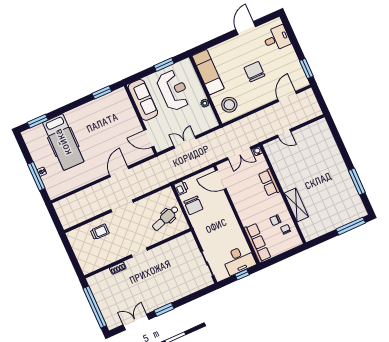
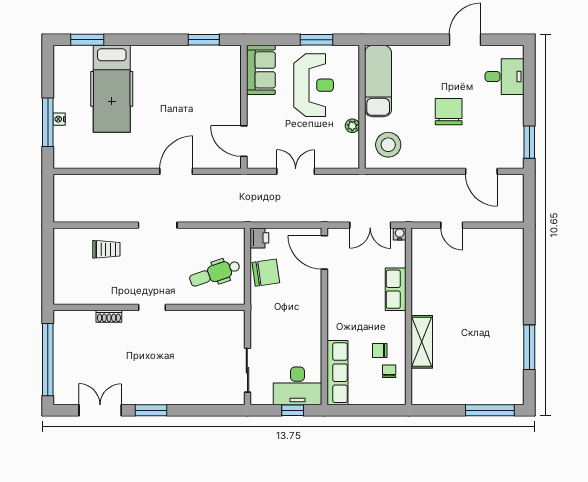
door: (287, 96) -> (481, 171), swing flipped
sofa: (143, 100) -> (261, 70), width x0.73
chair: (193, 205) -> (266, 273), turned -99

